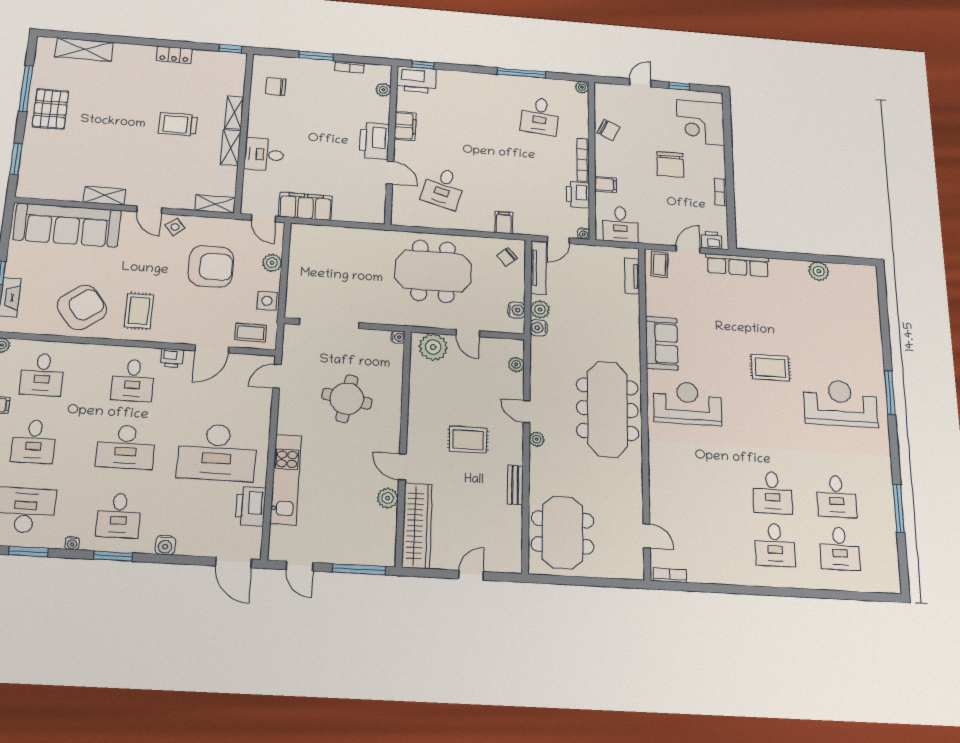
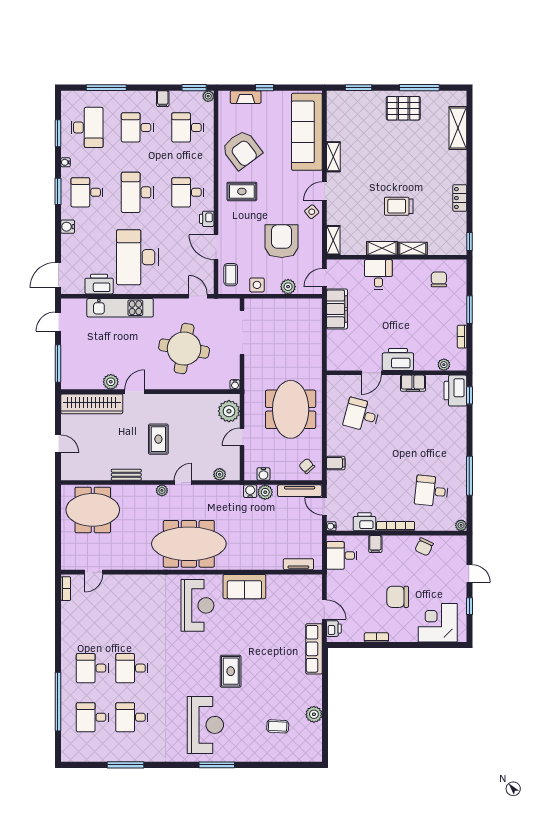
trolley: (178, 124) -> (399, 206), turned -90
coffee table: (659, 265) -> (278, 726), moved
armchair: (211, 266) -> (282, 241), turned 180
round table: (347, 399) -> (184, 349), width x1.36, depth x1.36
window: (822, 594) -> (58, 702), added

